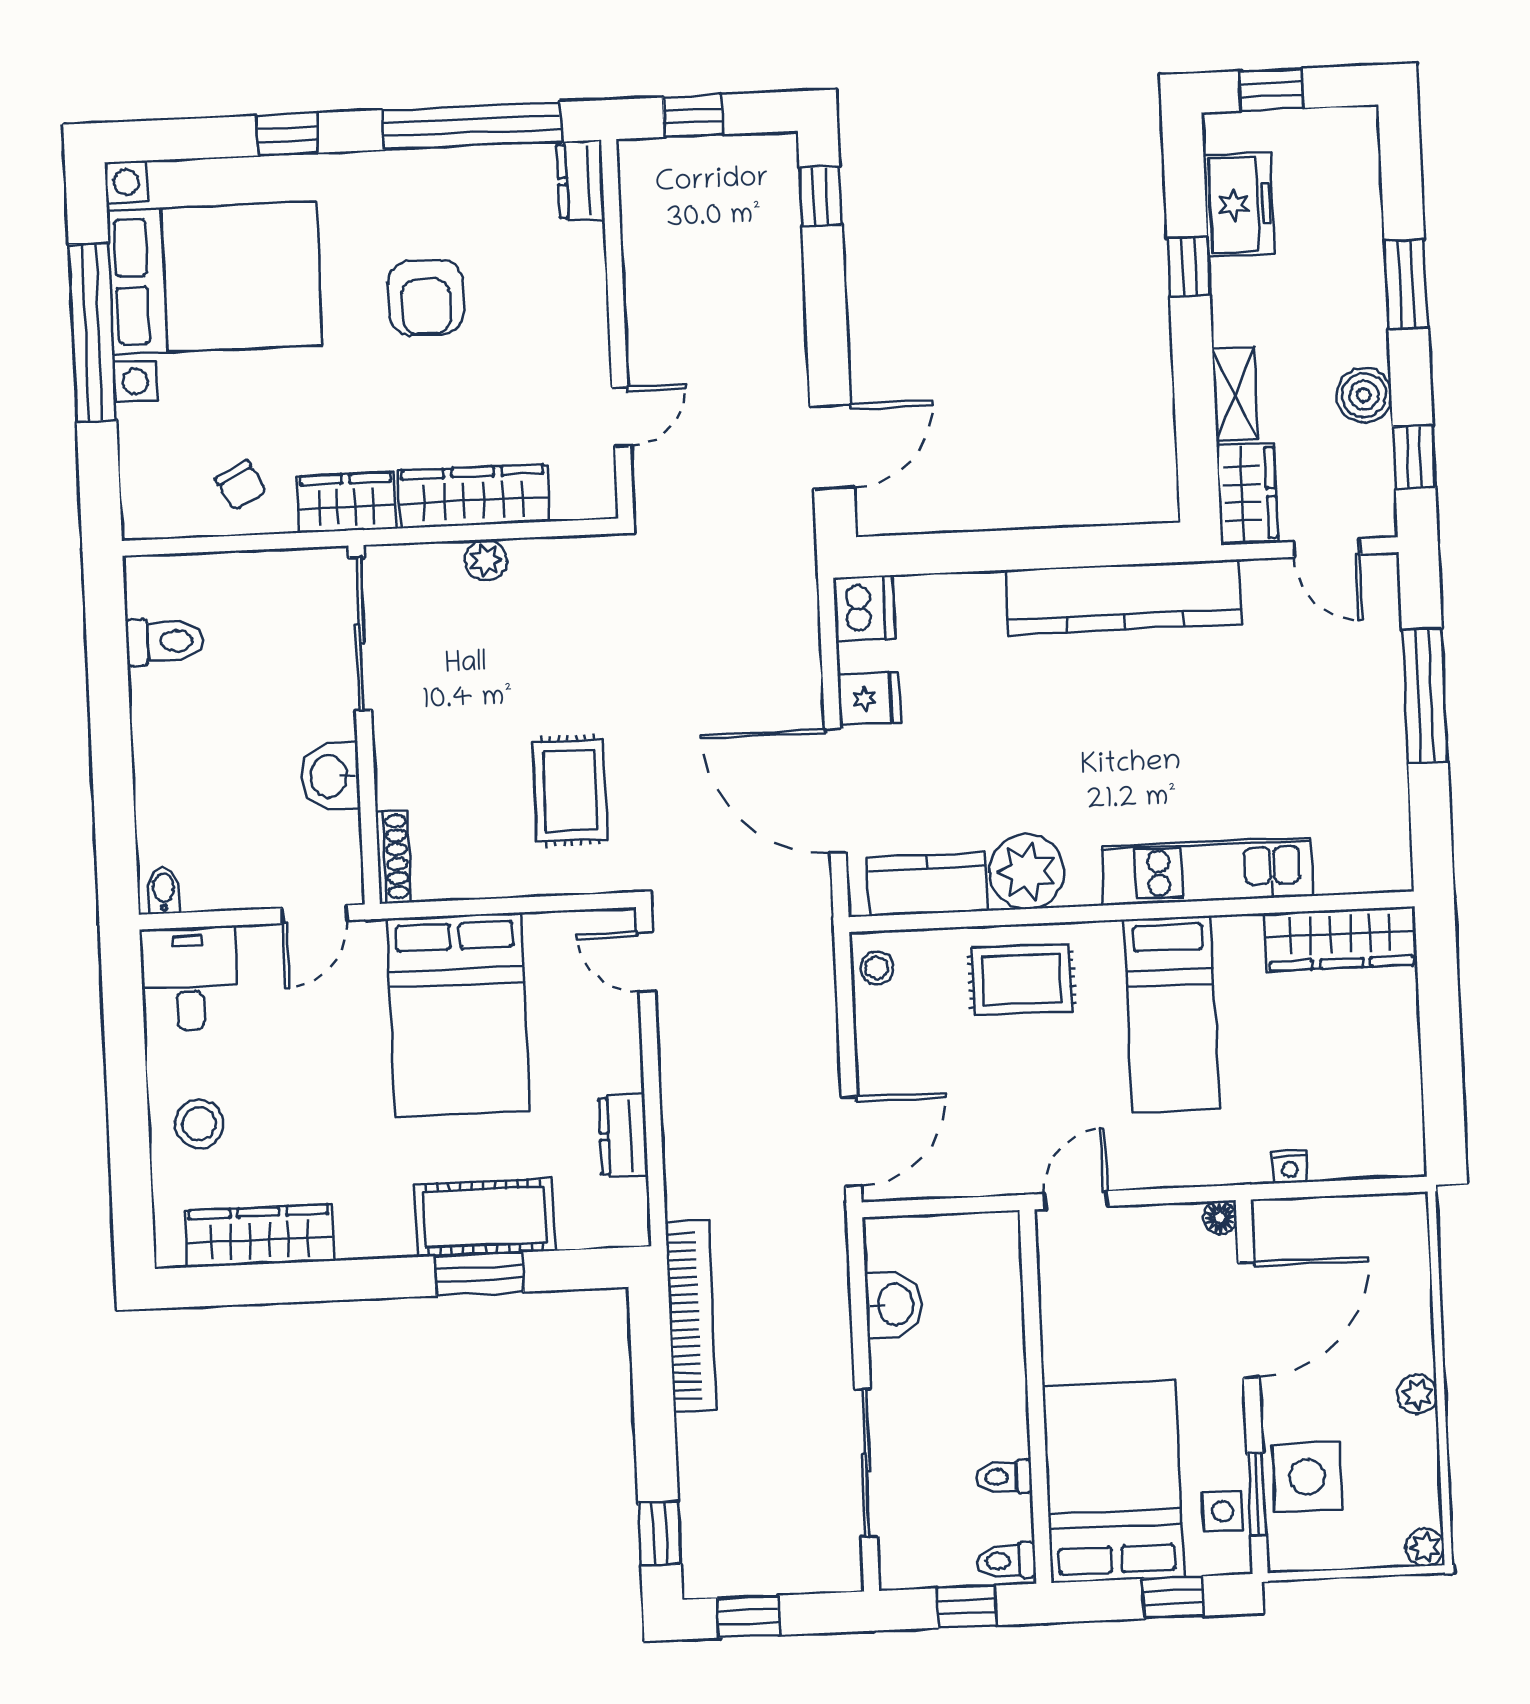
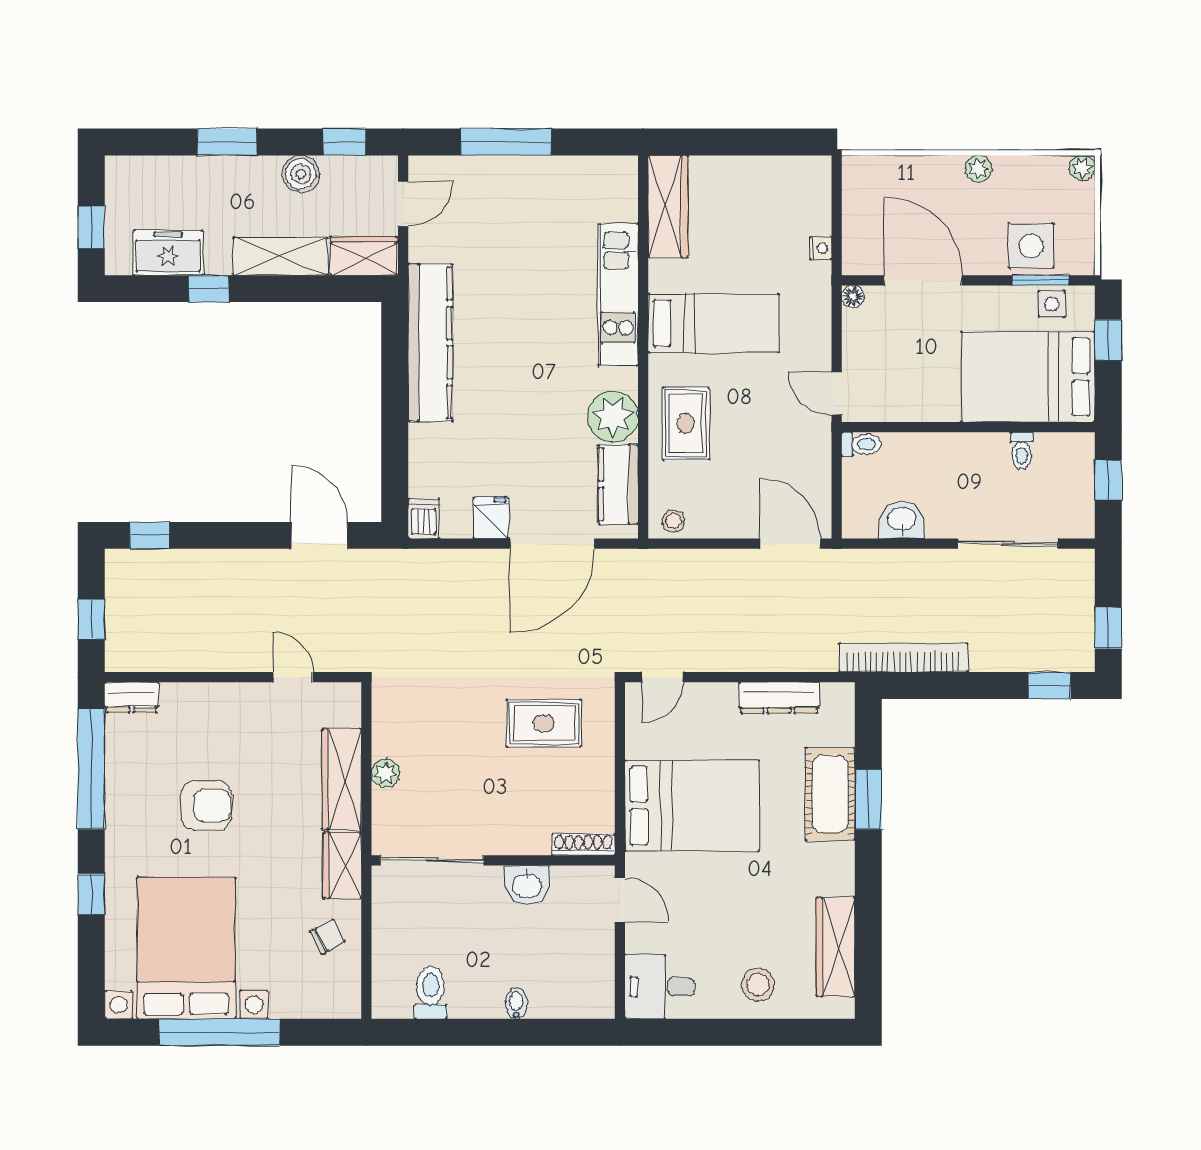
shelving: (1235, 394) -> (280, 256), width x1.50, depth x1.33
dishwasher: (864, 608) -> (424, 519), width x0.73
bidet: (163, 891) -> (516, 1003), moved, turned 90
dresser: (623, 1136) -> (779, 698), width x1.44
toilet: (1006, 1561) -> (861, 444), moved, turned -90

